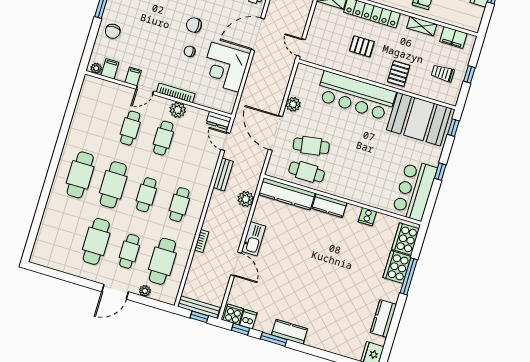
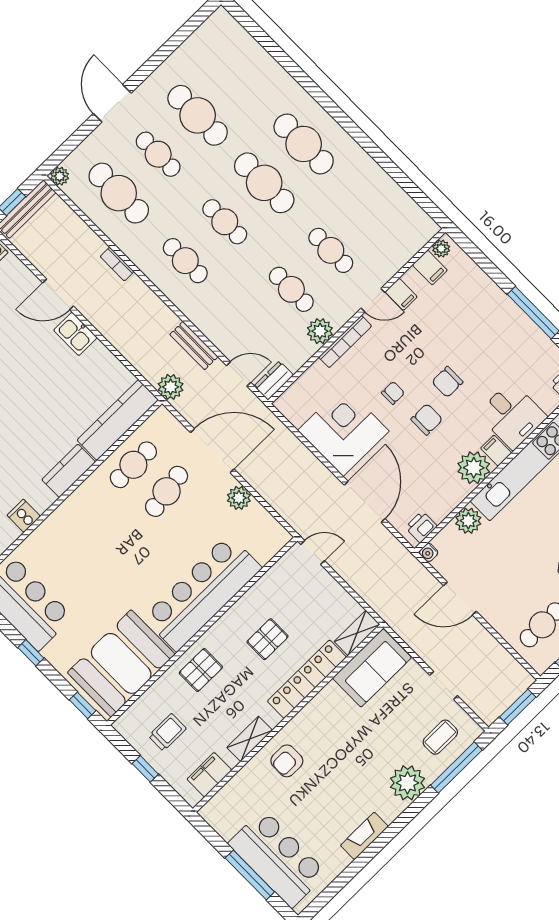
chair: (113, 31) -> (447, 382), moved, turned -90
pallet: (399, 74) -> (201, 670), turned 90
door: (145, 90) -> (373, 300), swing flipped
plant: (246, 199) -> (171, 387), moved
kitchen sink: (254, 239) -> (75, 334), width x0.73
plant: (145, 291) -> (60, 176), moved

